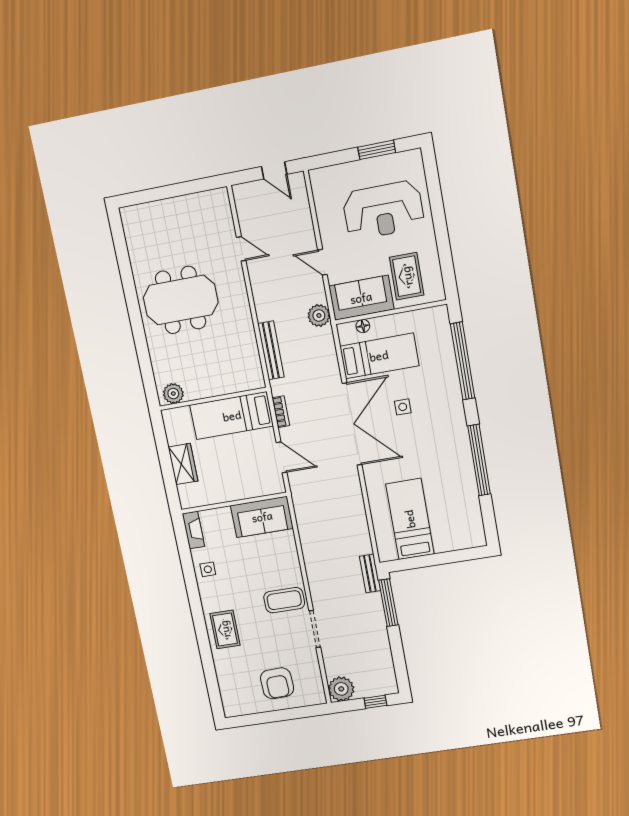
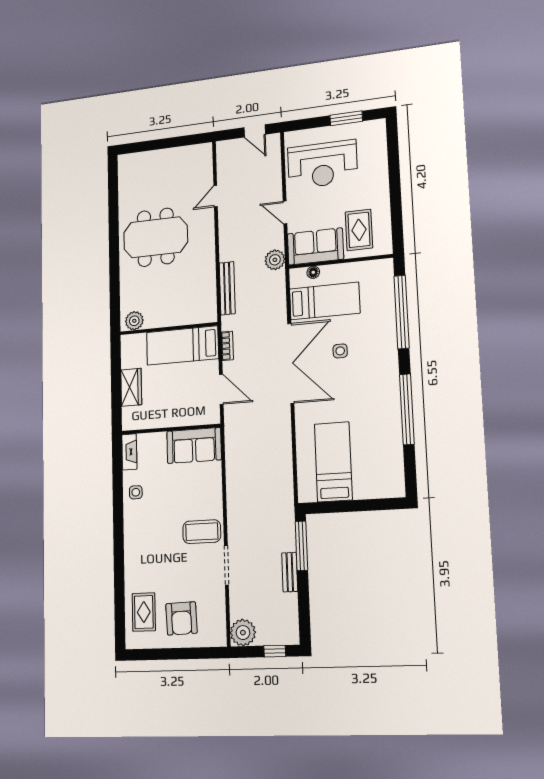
reception desk: (383, 210) -> (322, 165), moved
door: (241, 249) -> (216, 196), swing flipped
bench: (370, 573) -> (290, 572), moved
rug: (225, 629) -> (144, 612), moved

